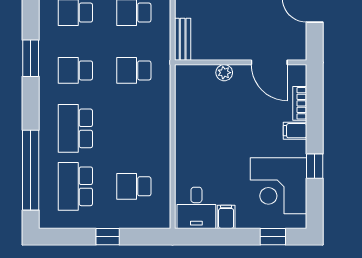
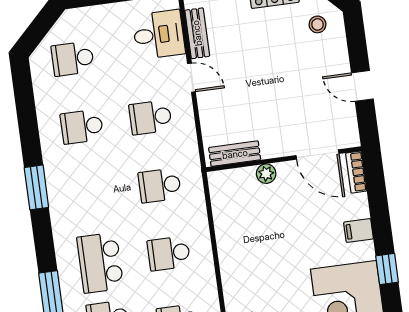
bench: (183, 39) -> (235, 154), moved, turned 90
school desk: (75, 70) -> (169, 253), moved
bookcase: (300, 103) -> (356, 172), moved

